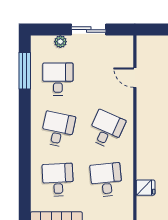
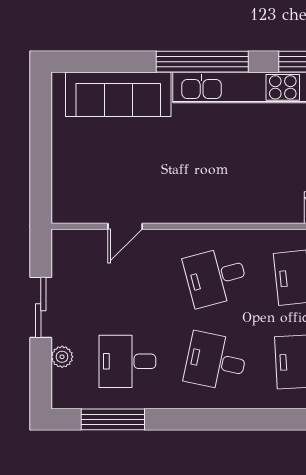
desk: (106, 129) -> (216, 277), turned -39

